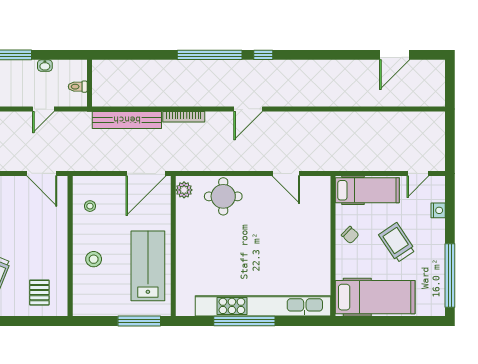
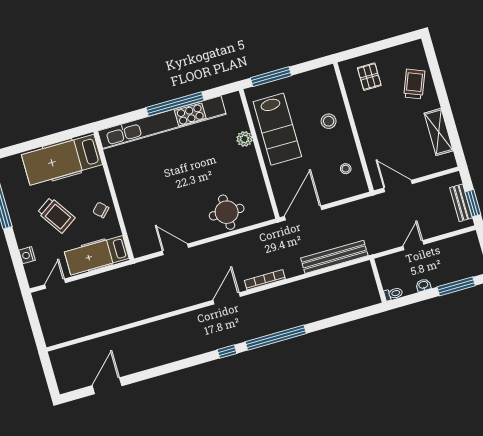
toilet: (78, 87) -> (393, 294), moved
bookcase: (184, 117) -> (265, 280), moved
plant: (184, 190) -> (244, 139), moved

